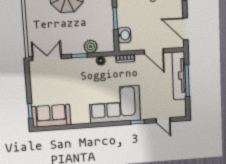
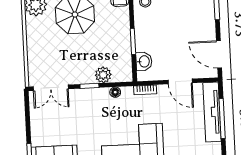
double door: (47, 58) -> (51, 88), swing flipped

